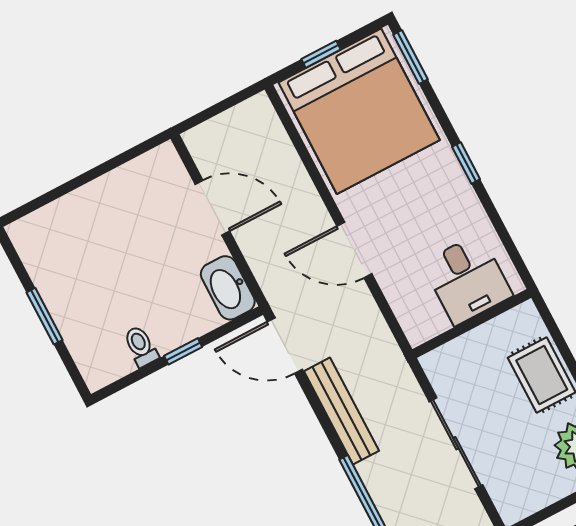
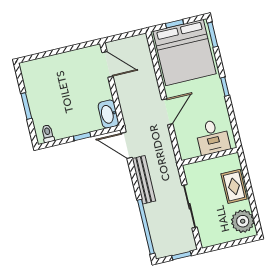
door: (212, 208) -> (107, 64), moved
door: (354, 250) -> (167, 112), swing flipped
toilet: (141, 346) -> (48, 134), moved

